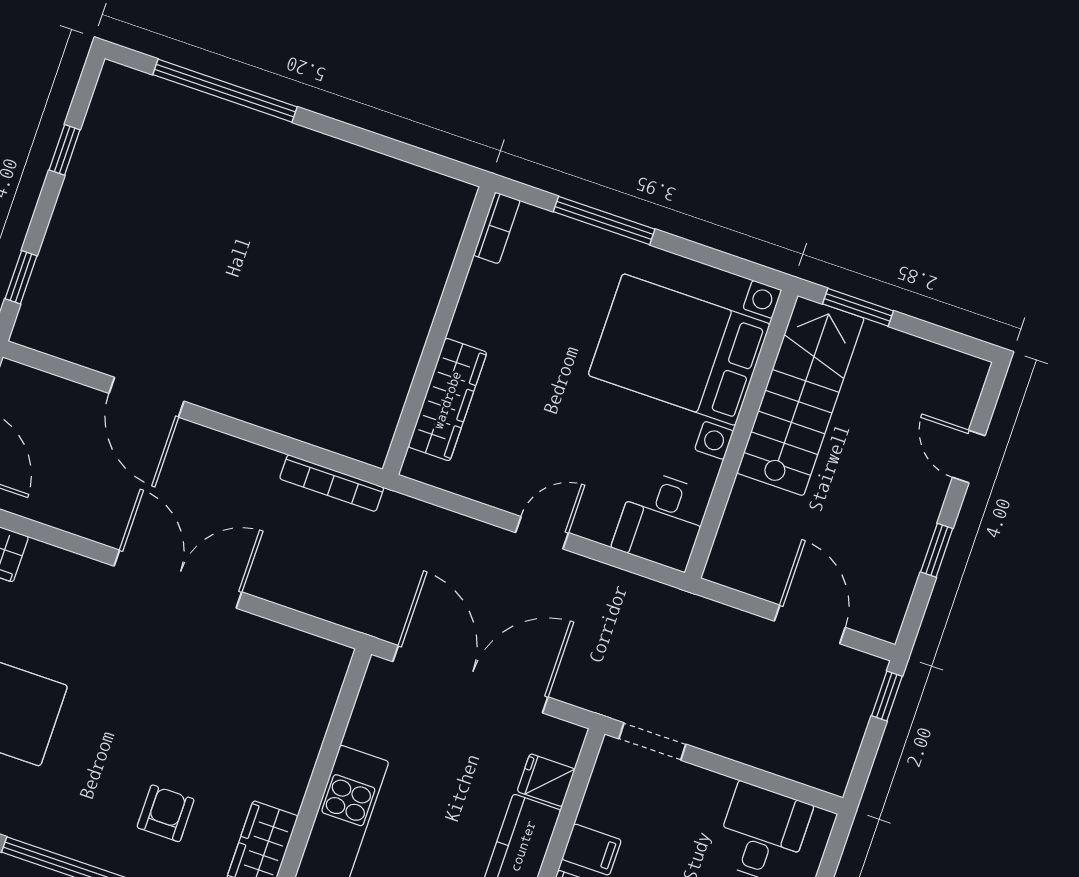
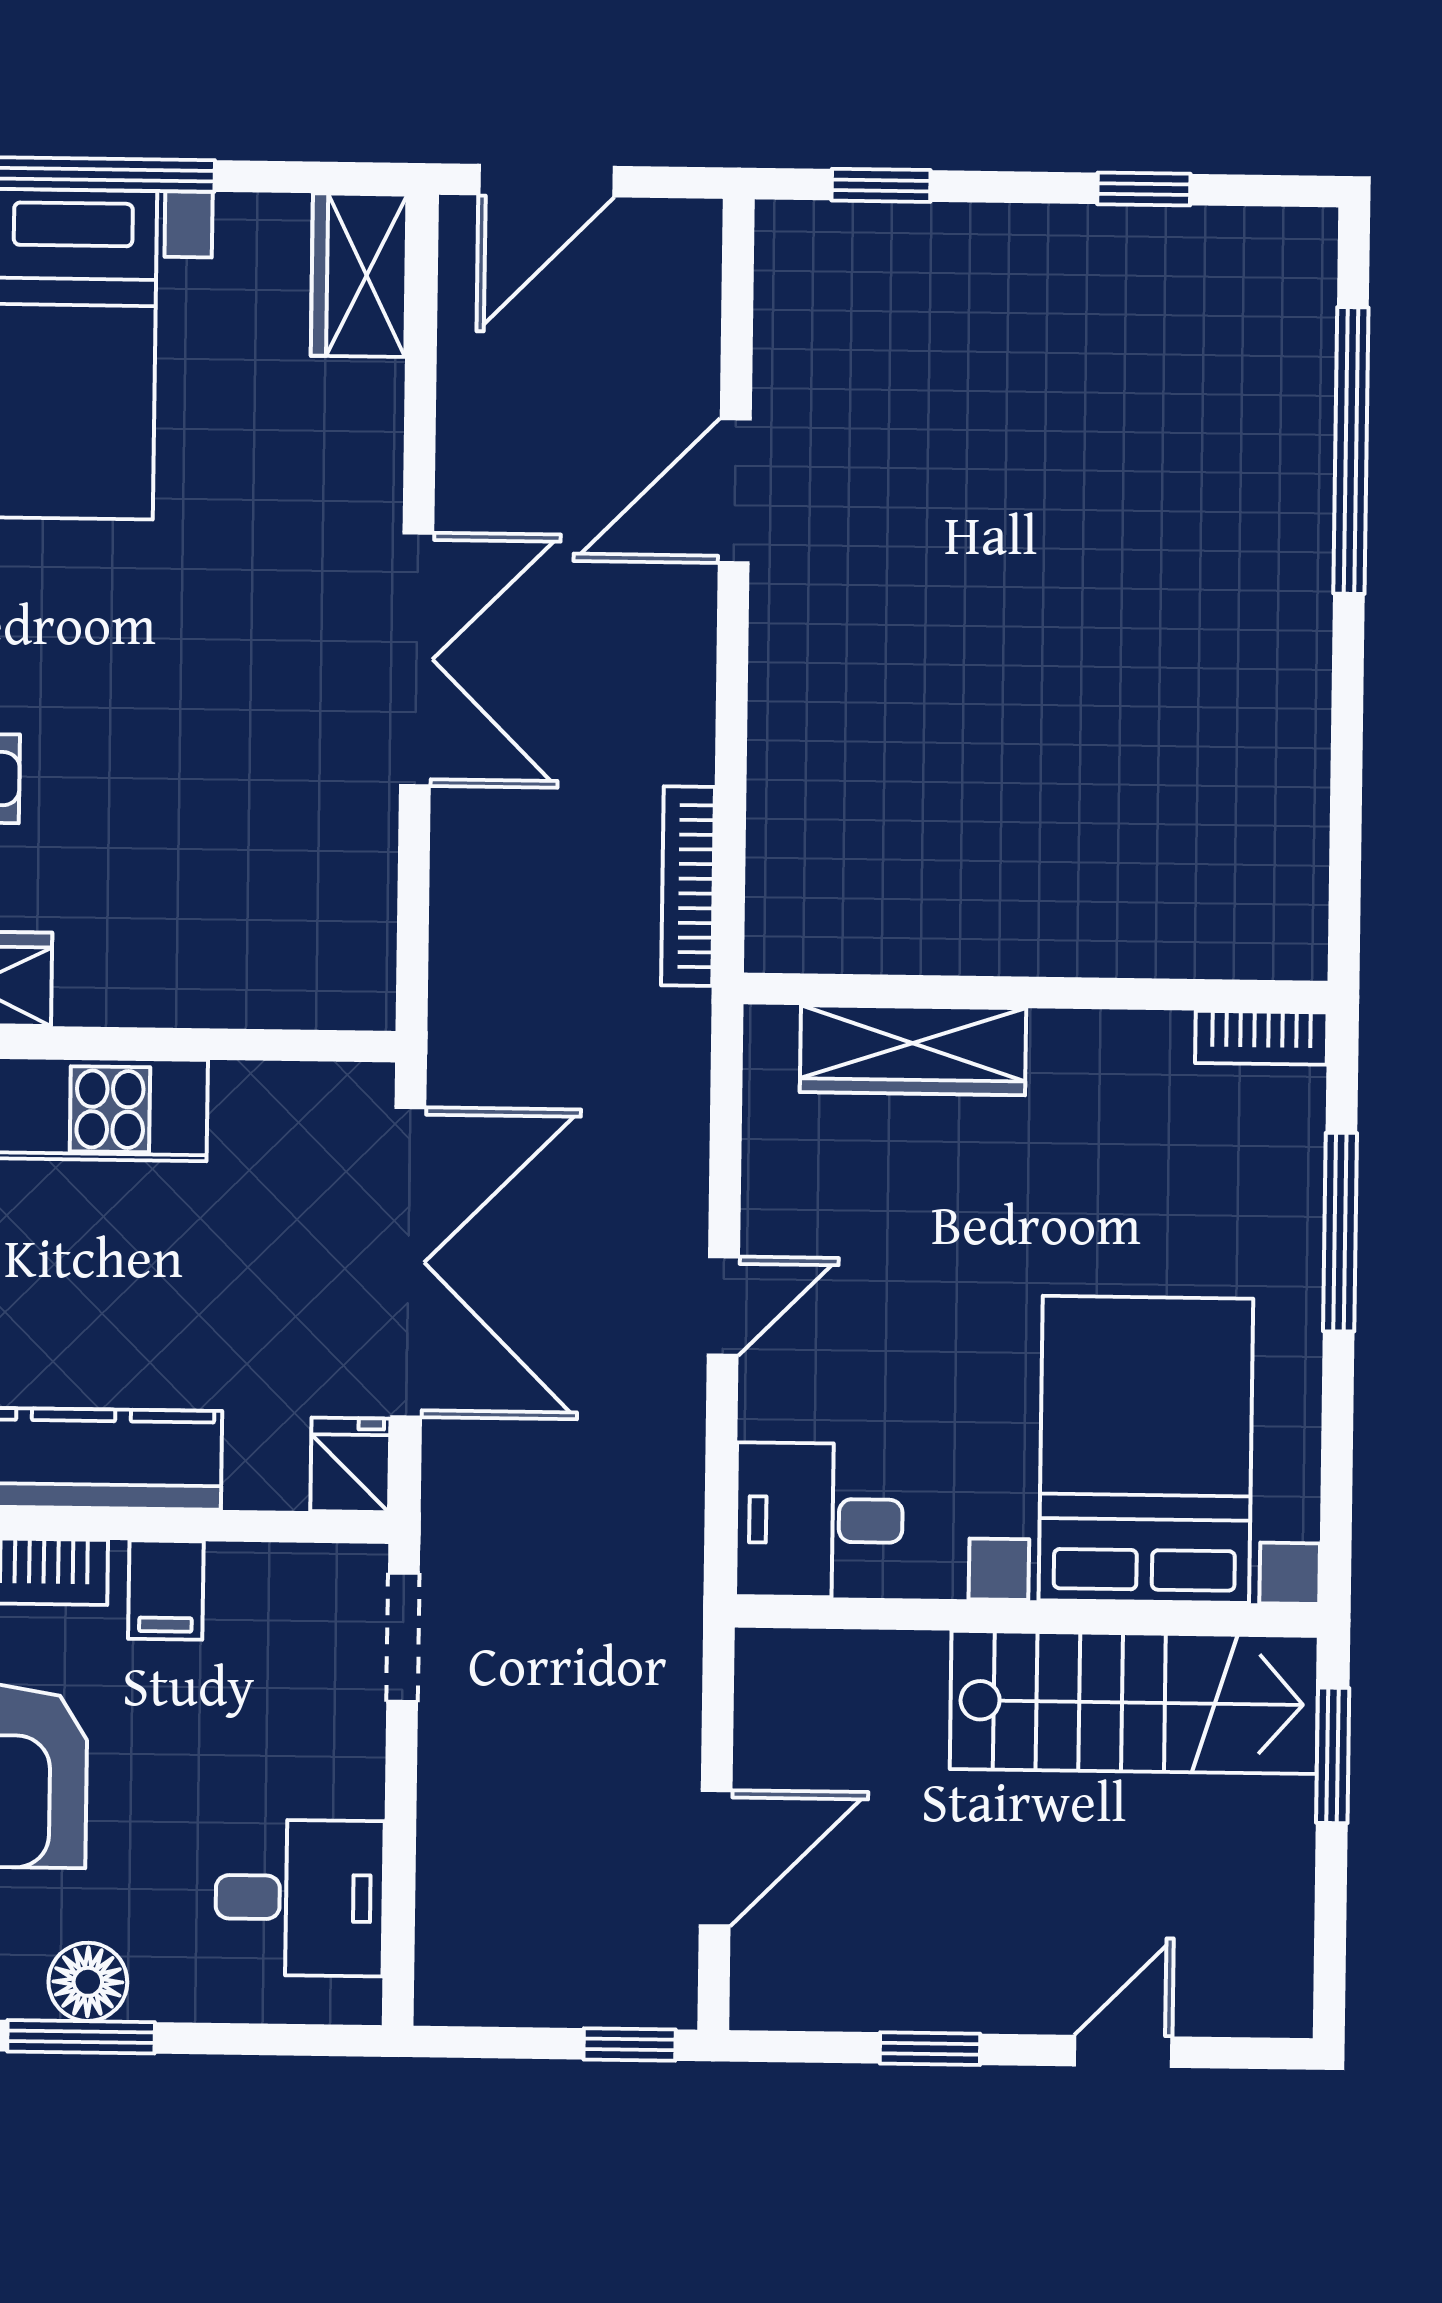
door: (542, 533) -> (723, 1306), hinge flipped
fridge: (546, 780) -> (350, 1465), moved

